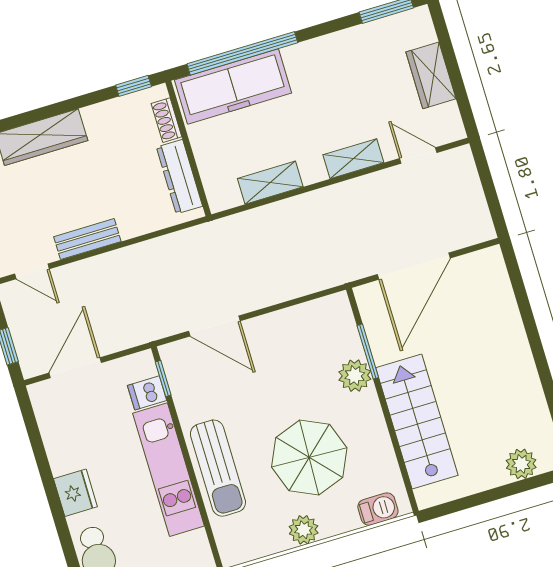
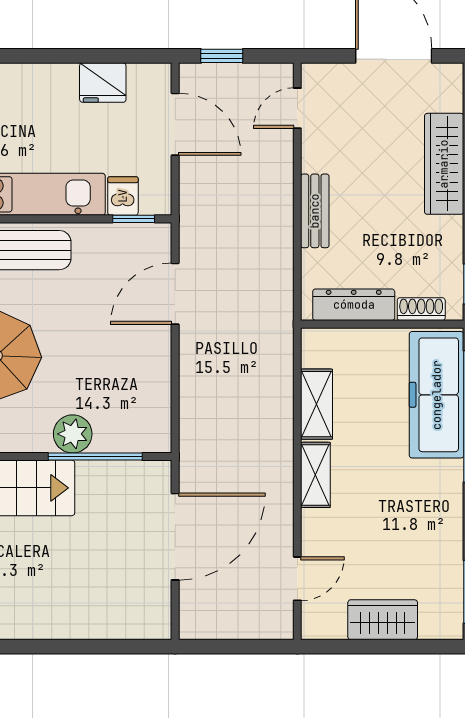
shelving: (353, 159) -> (315, 475), moved
bench: (87, 239) -> (315, 211), moved
door: (414, 266) -> (175, 537), swing flipped
window: (368, 352) -> (95, 457), width x1.44
fridge: (75, 493) -> (103, 83), moved

